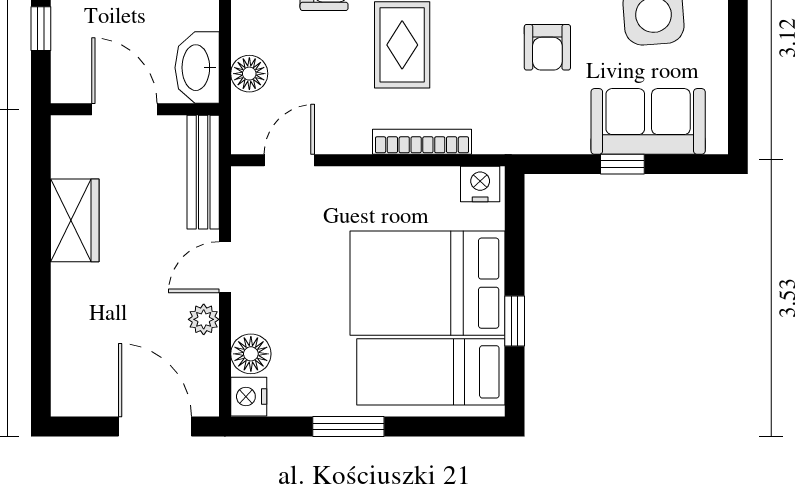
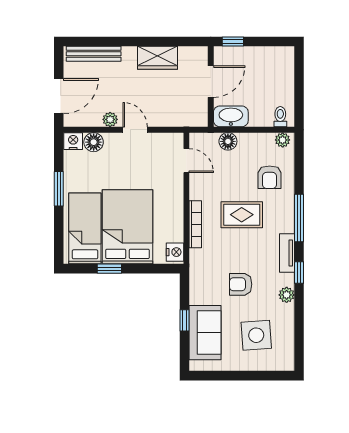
window: (41, 29) -> (233, 42), moved
bench: (203, 172) -> (94, 54), moved

